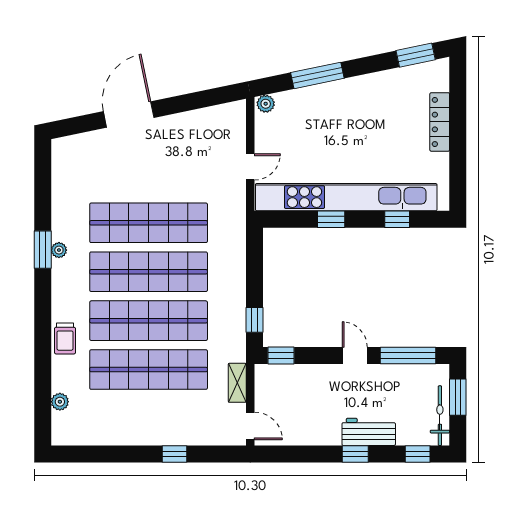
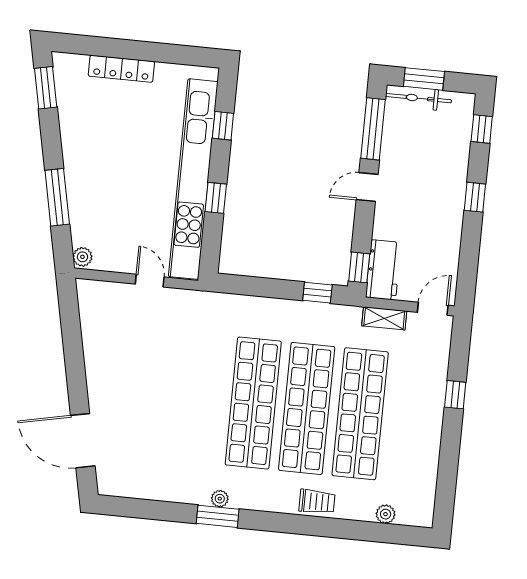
door: (129, 114) -> (83, 441), moved
shop shelf: (149, 223) -> (200, 398), removed
bicycle: (440, 416) -> (418, 98), moved
workbench: (369, 432) -> (383, 270), moved, turned 180

